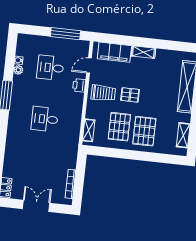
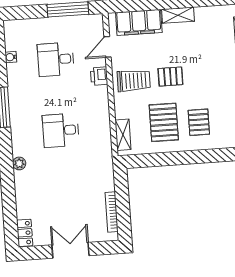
plant: (18, 70) -> (19, 163), moved
pallet: (144, 131) -> (199, 122), width x0.67, depth x0.71

